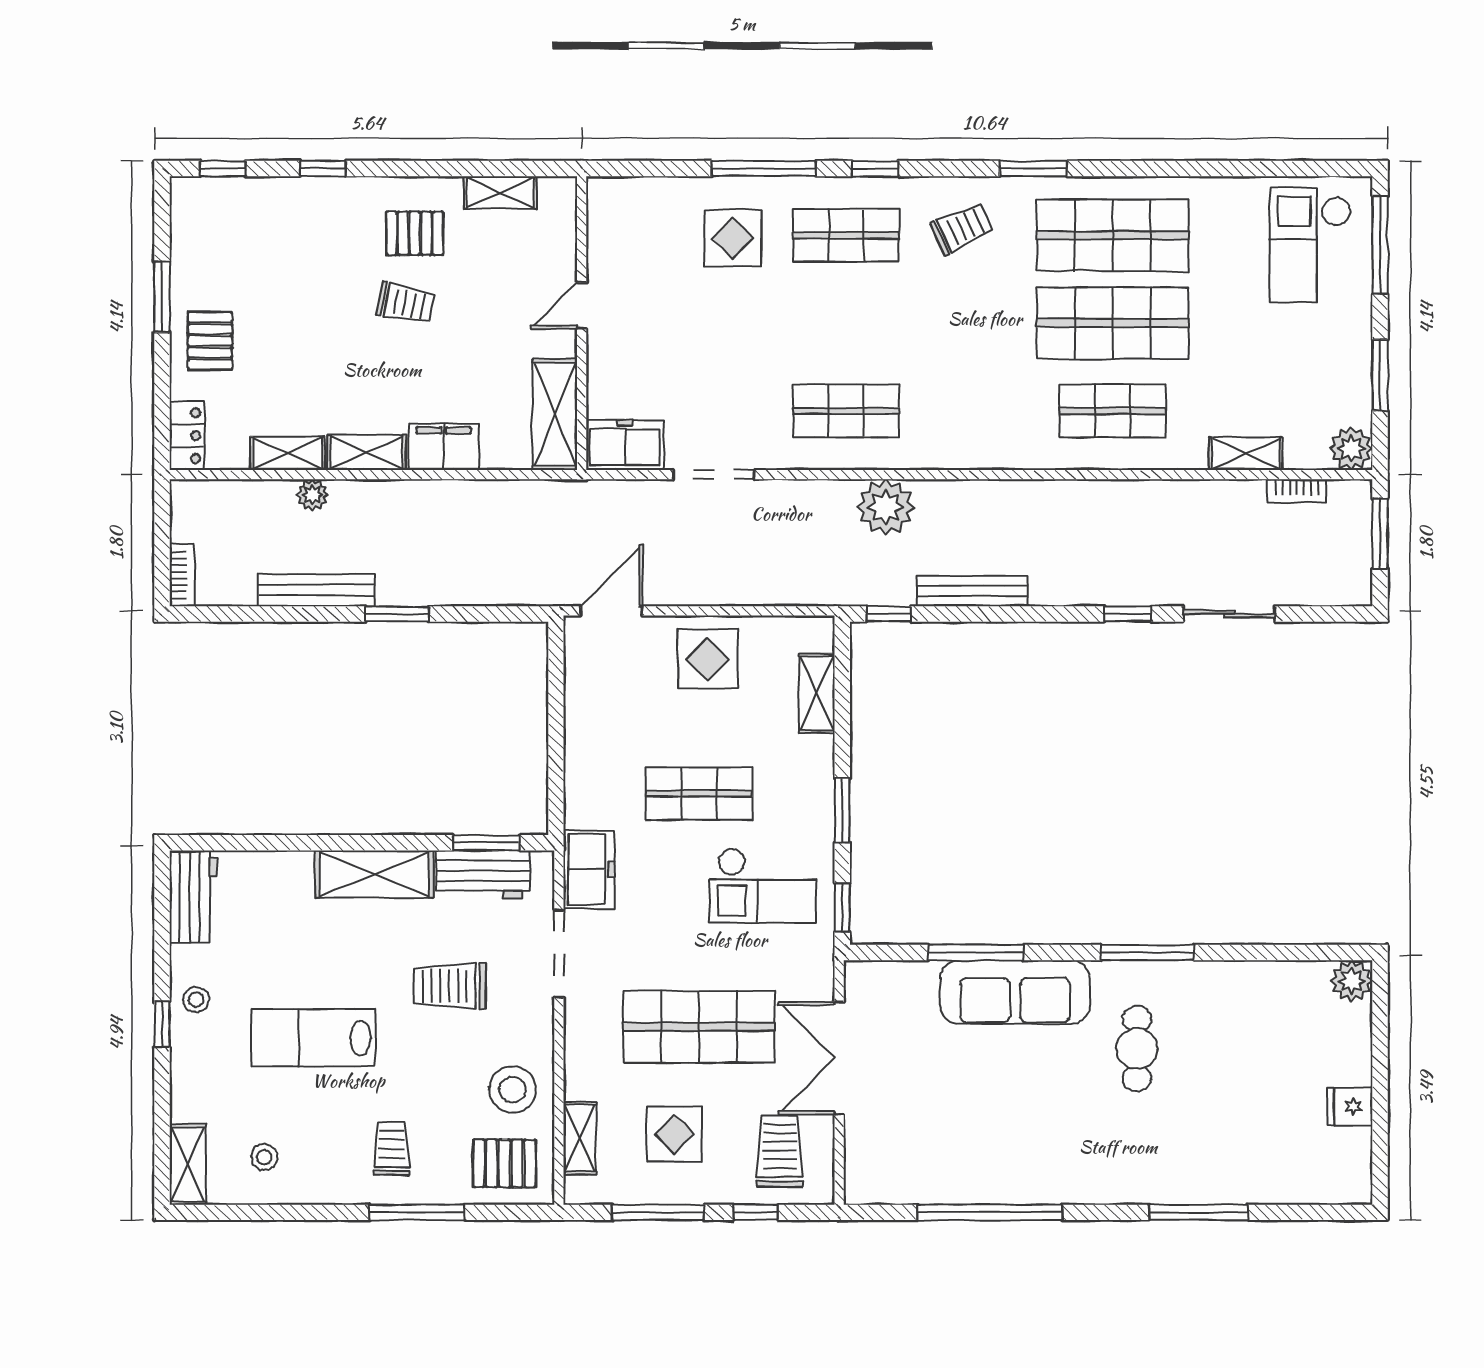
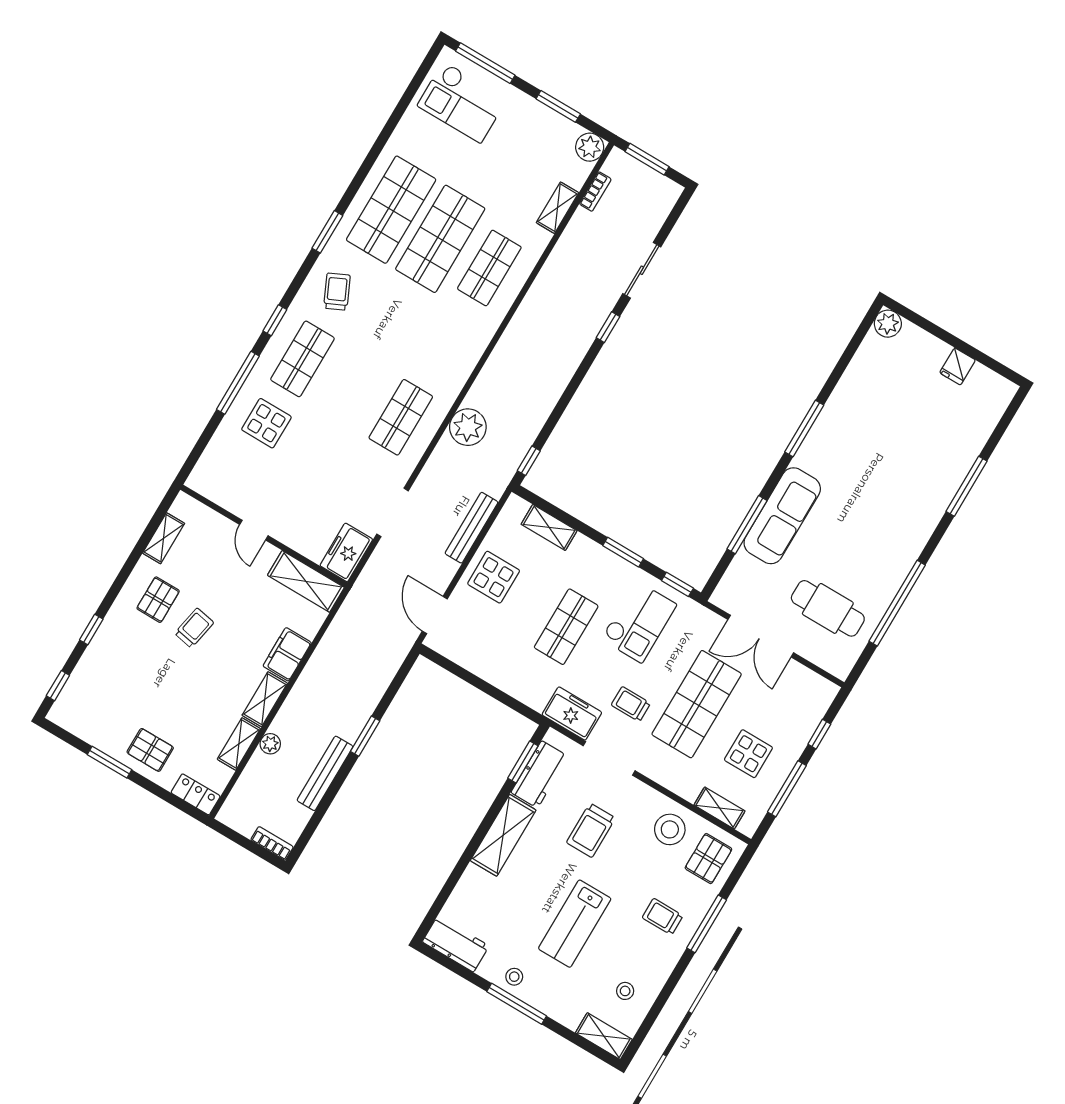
bench: (972, 591) -> (471, 528), moved
window: (162, 1024) -> (517, 1004), width x2.17
cafe table: (1137, 1049) -> (828, 608), moved, width x1.37, depth x1.35
trolley: (780, 1151) -> (631, 704), moved, width x0.73, depth x0.72

